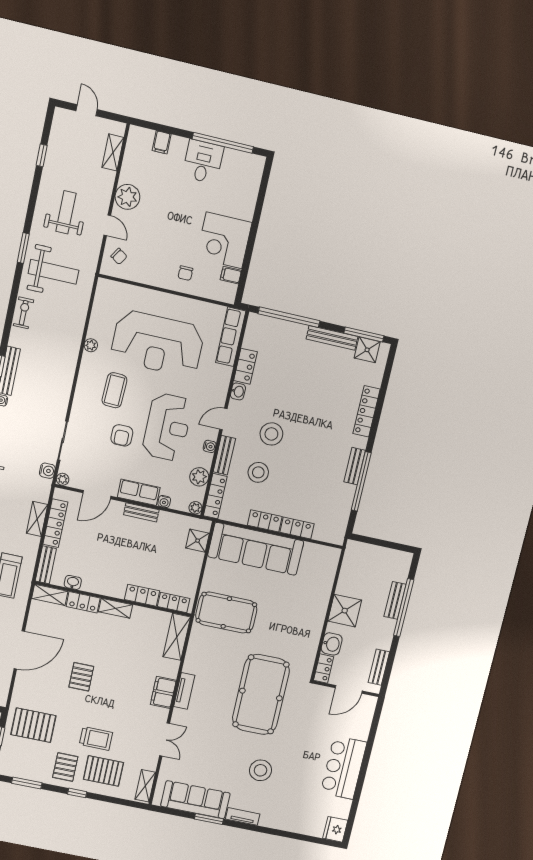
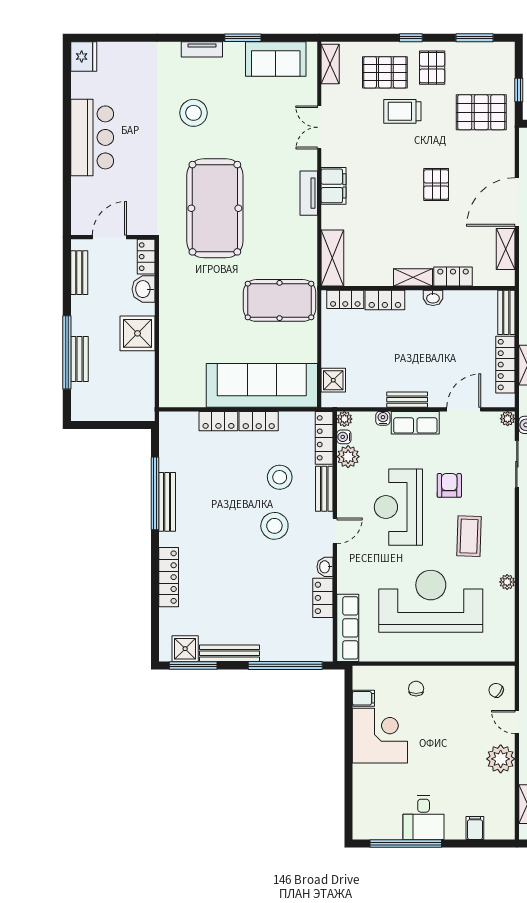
water cooler: (210, 446) -> (344, 437), moved
bench: (355, 466) -> (167, 502), width x1.36
washbasin: (73, 582) -> (433, 298), moved
shelving: (50, 595) -> (506, 249), moved, turned 90
sofa: (195, 800) -> (276, 59), width x0.73

